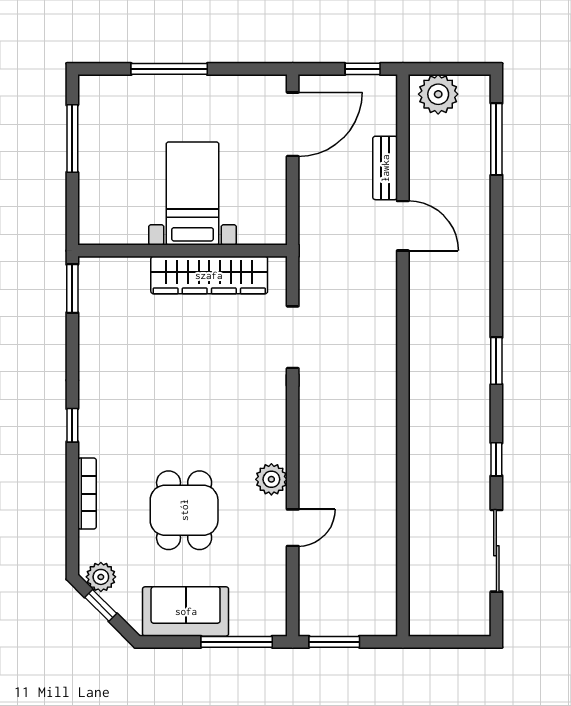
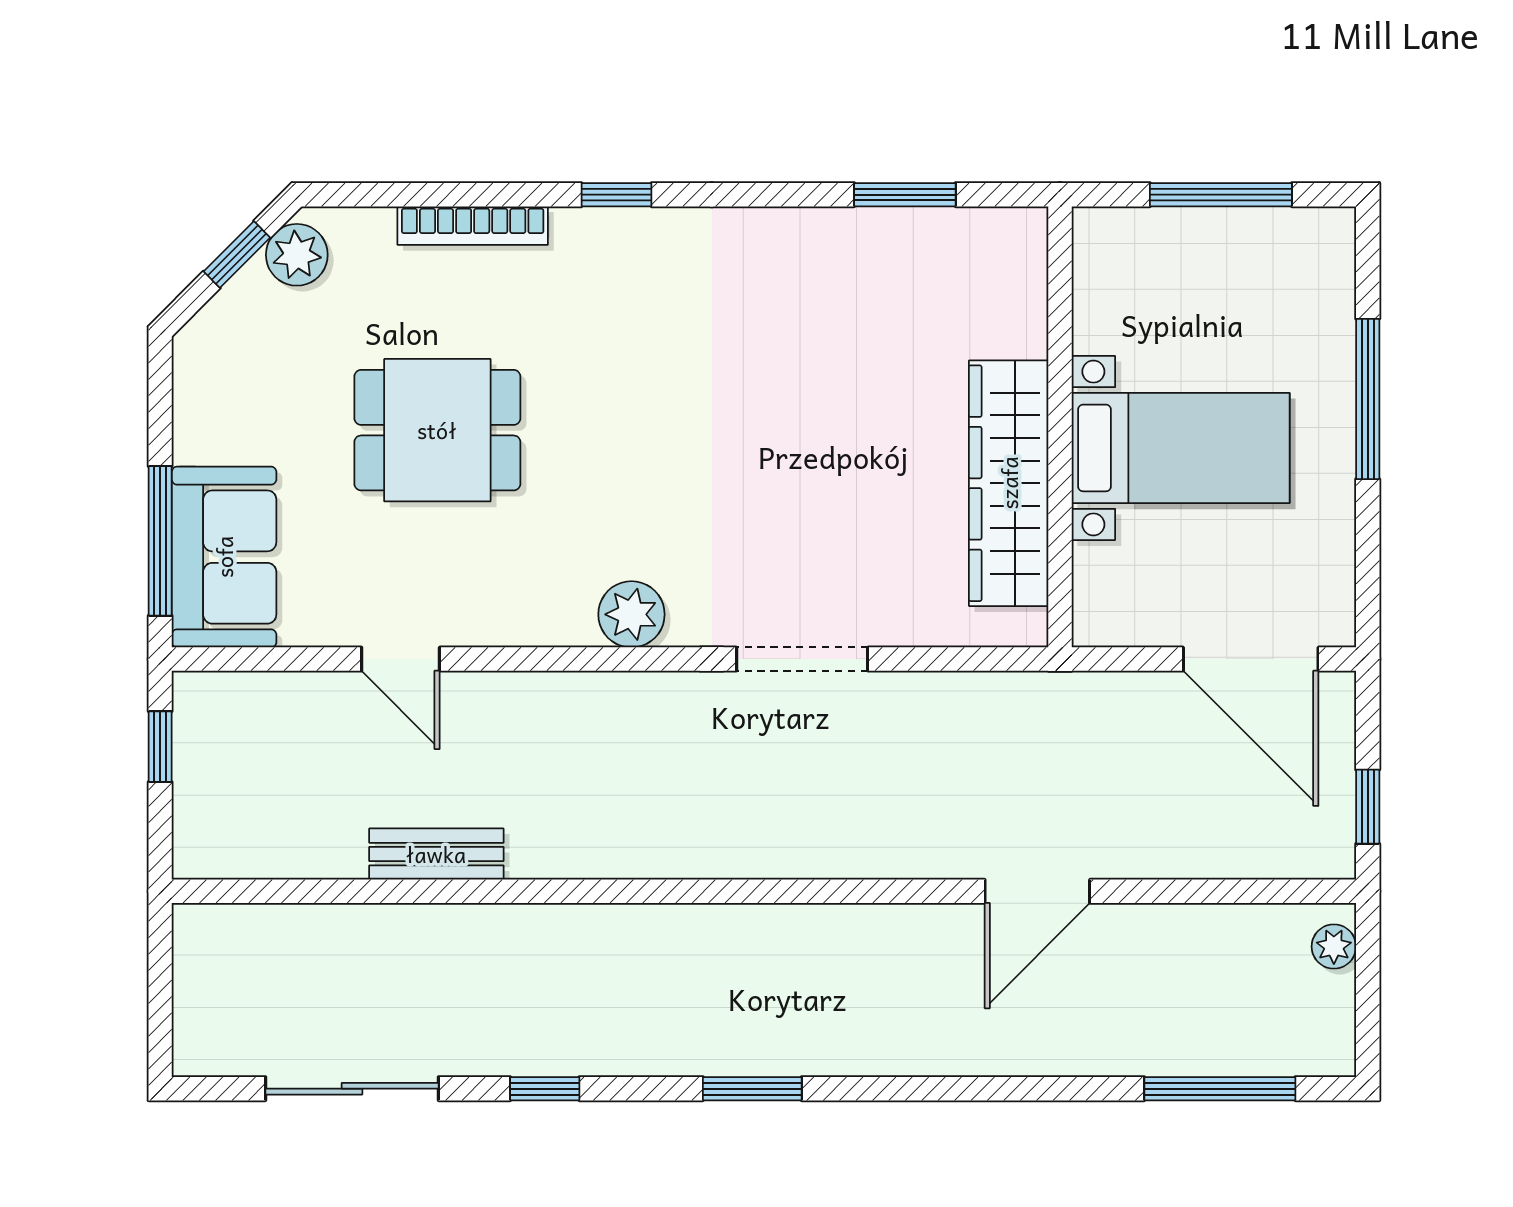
plant: (438, 94) -> (1334, 947), width x0.53, depth x0.53
bench: (385, 168) -> (436, 854), moved
bed with nightstands: (193, 194) -> (1181, 448), moved
wall: (182, 251) -> (1060, 427), moved
wardrobe: (209, 275) -> (1009, 483), moved
plant: (271, 479) -> (631, 614), moved
sofa: (186, 611) -> (224, 557), moved
window: (334, 642) -> (160, 747), width x0.67

